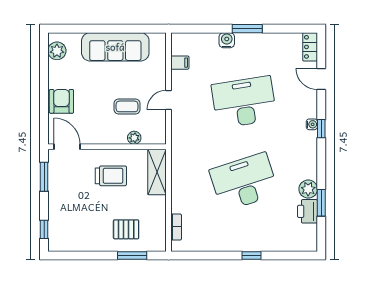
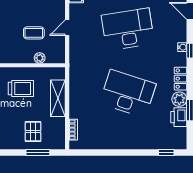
locker: (310, 163) -> (181, 79), added
shelving: (157, 172) -> (58, 98), moved
desk: (244, 182) -> (128, 93), turned 36
pallet: (126, 229) -> (33, 132), turned 90
window: (252, 255) -> (166, 152), moved

